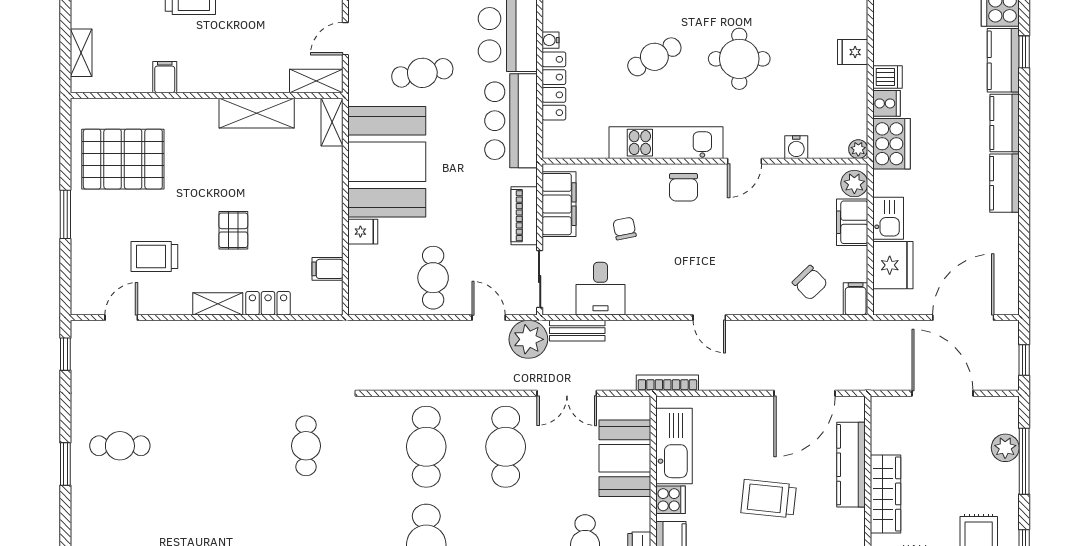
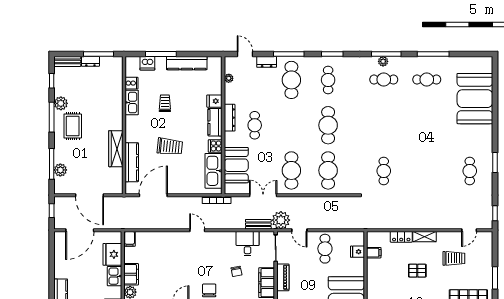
pallet: (233, 230) -> (417, 271), turned 90
fridge: (363, 232) -> (357, 252), moved
chair: (810, 283) -> (151, 246), removed
cafe table: (120, 446) -> (470, 171), turned 90

